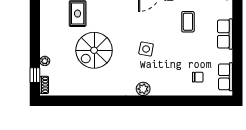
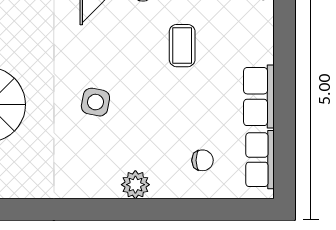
row of seats: (225, 34) -> (259, 97), moved
plant: (143, 89) -> (135, 185), moved

